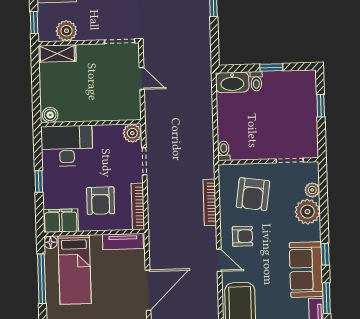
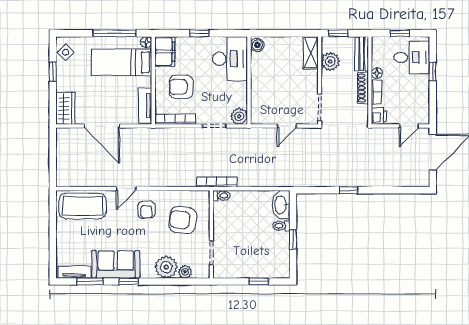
bookcase: (210, 202) -> (217, 182), moved

